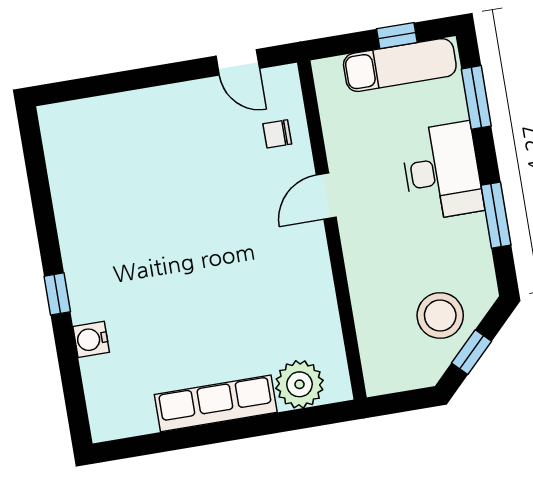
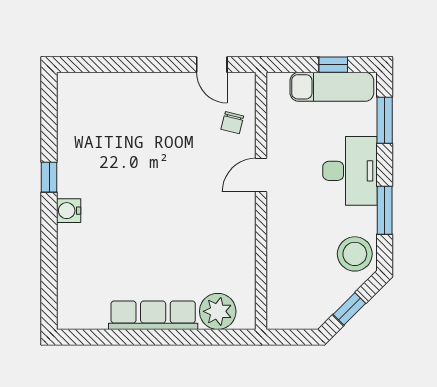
chair: (277, 134) -> (232, 123), turned -76
window: (57, 294) -> (49, 177), moved
stool: (440, 315) -> (355, 254), moved
water cooler: (91, 339) -> (69, 211), moved

